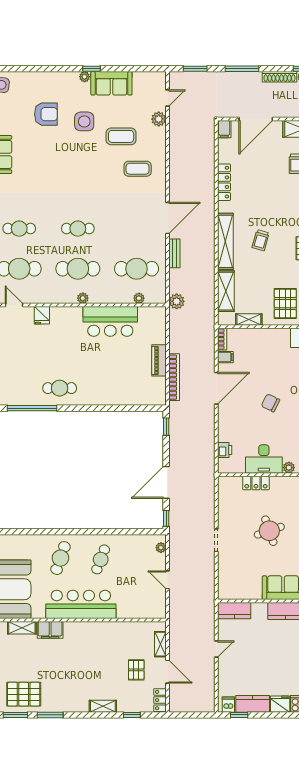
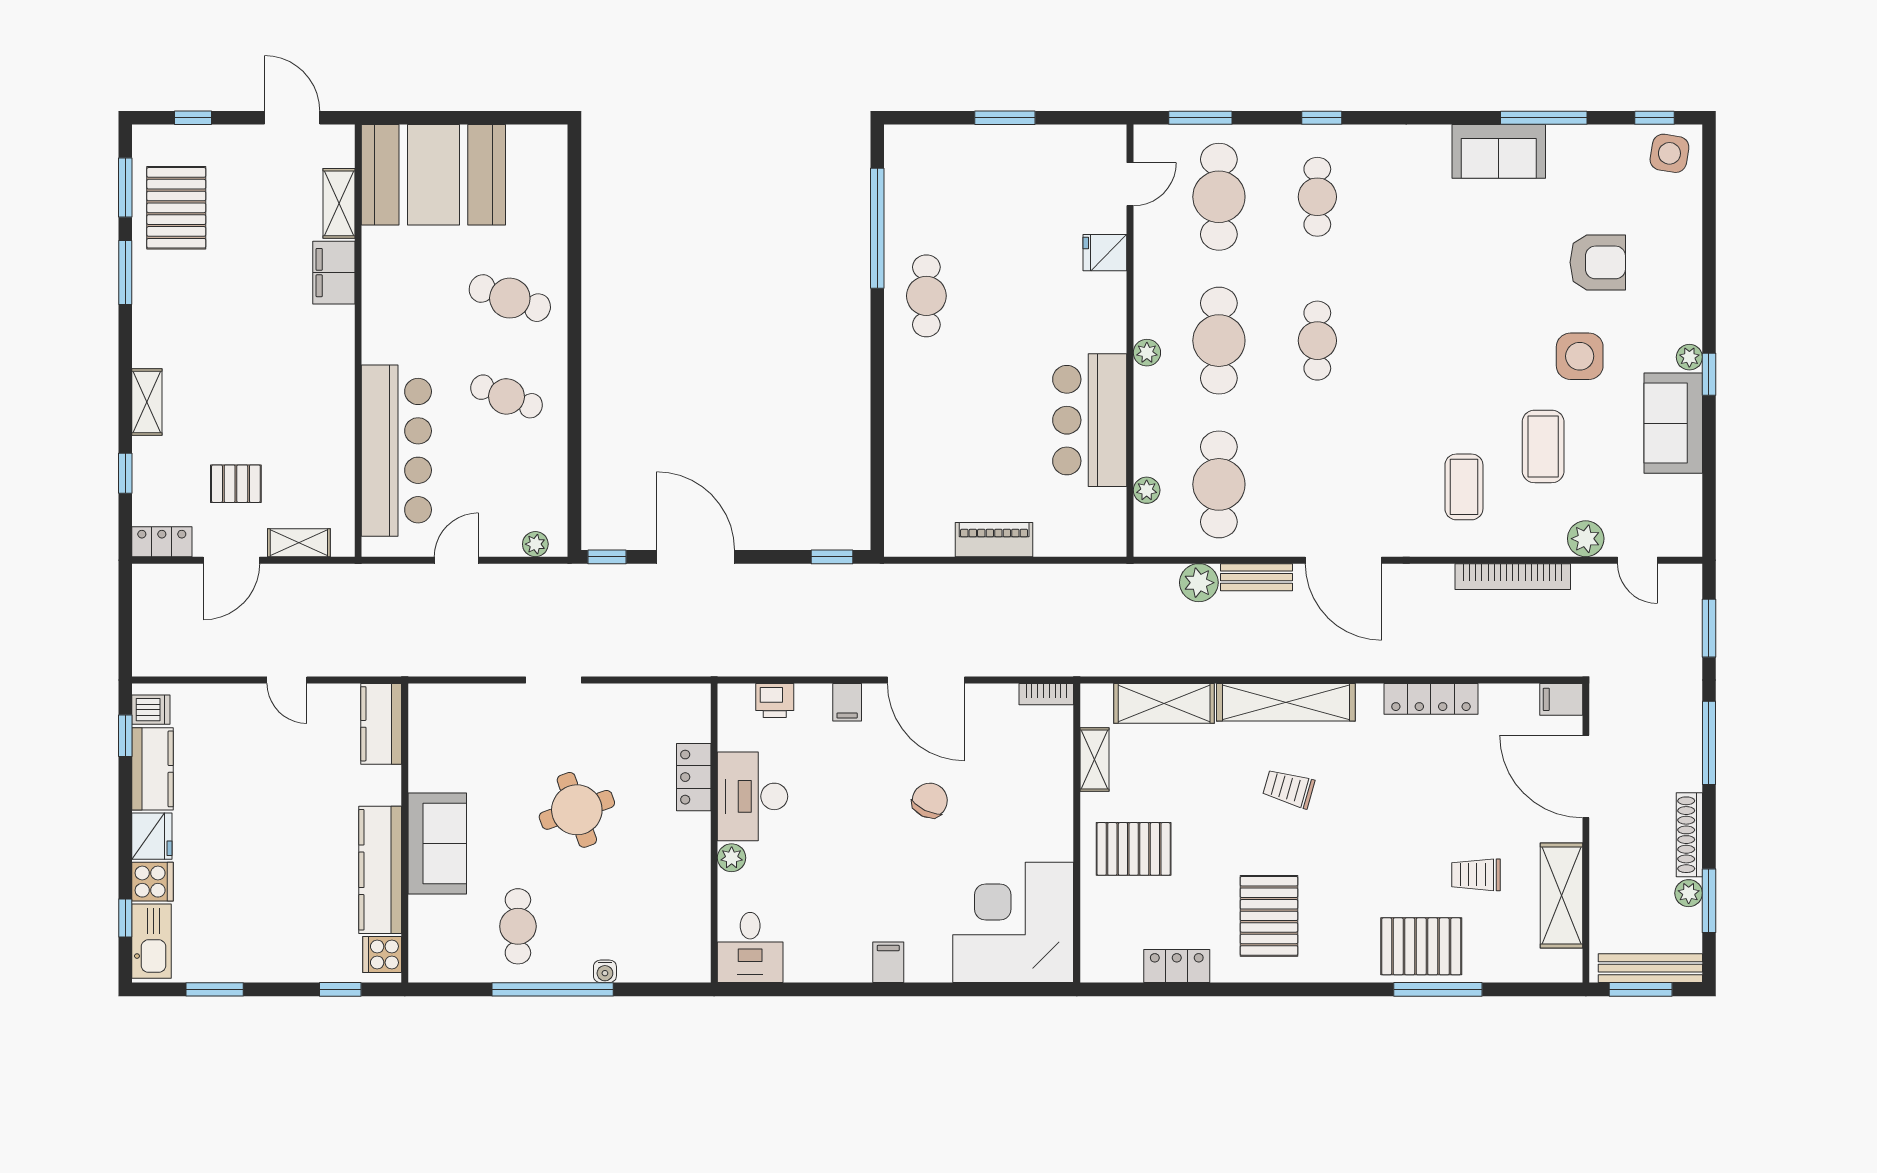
armchair: (46, 114) -> (1598, 262), turned -90
plant: (177, 301) -> (1199, 583), moved
filing cabinet: (225, 357) -> (847, 702), moved
bookcase: (174, 377) -> (1513, 577), moved
chair: (270, 403) -> (930, 800), moved
bar counter: (81, 604) -> (396, 451), moved

